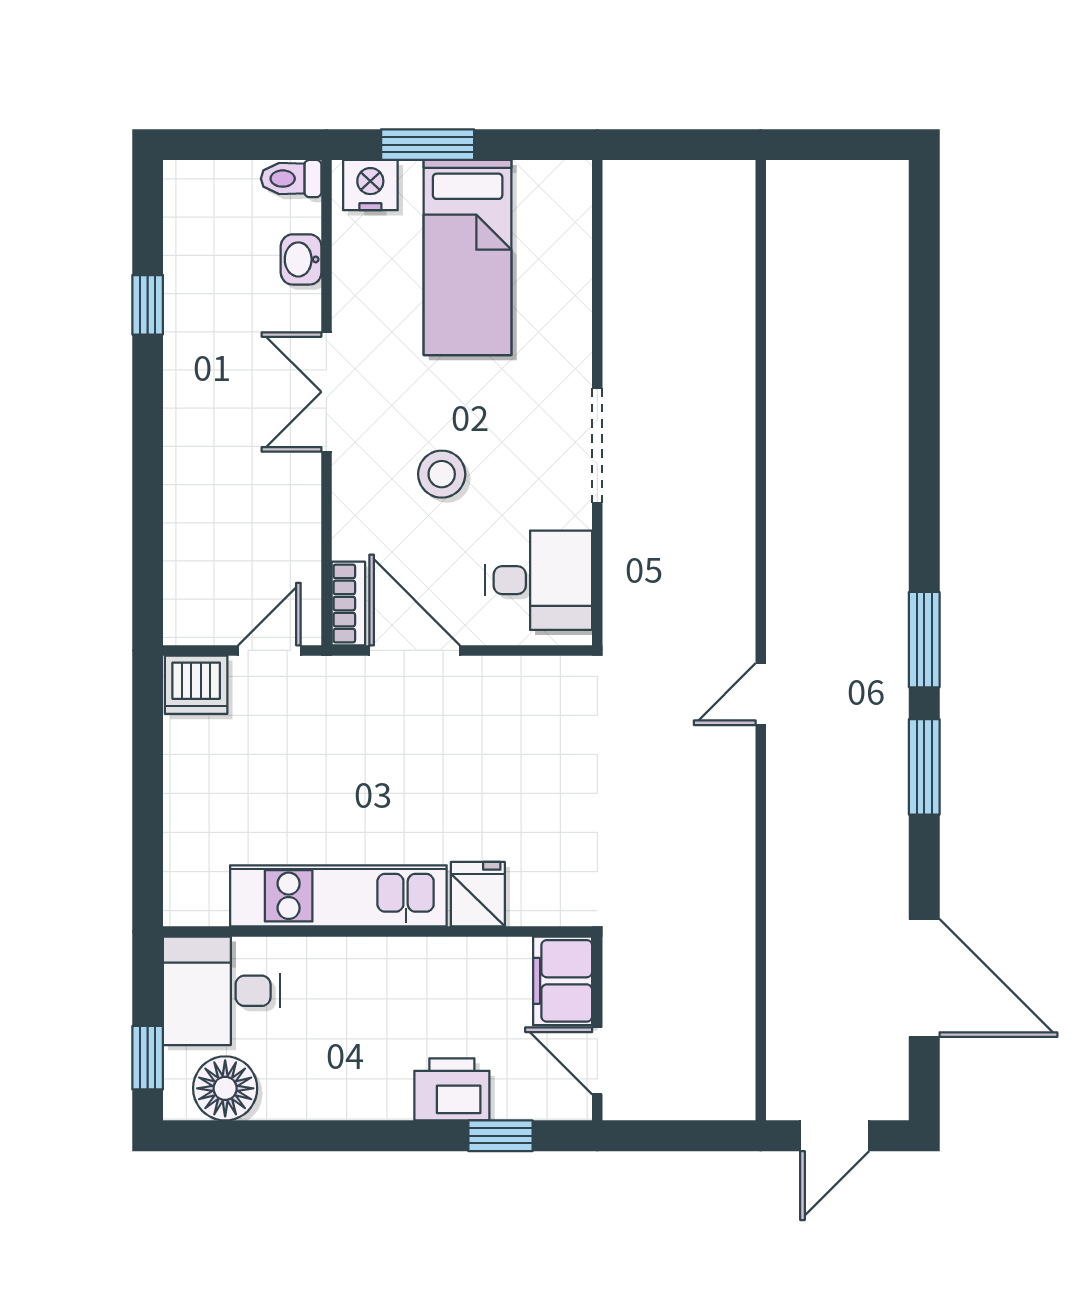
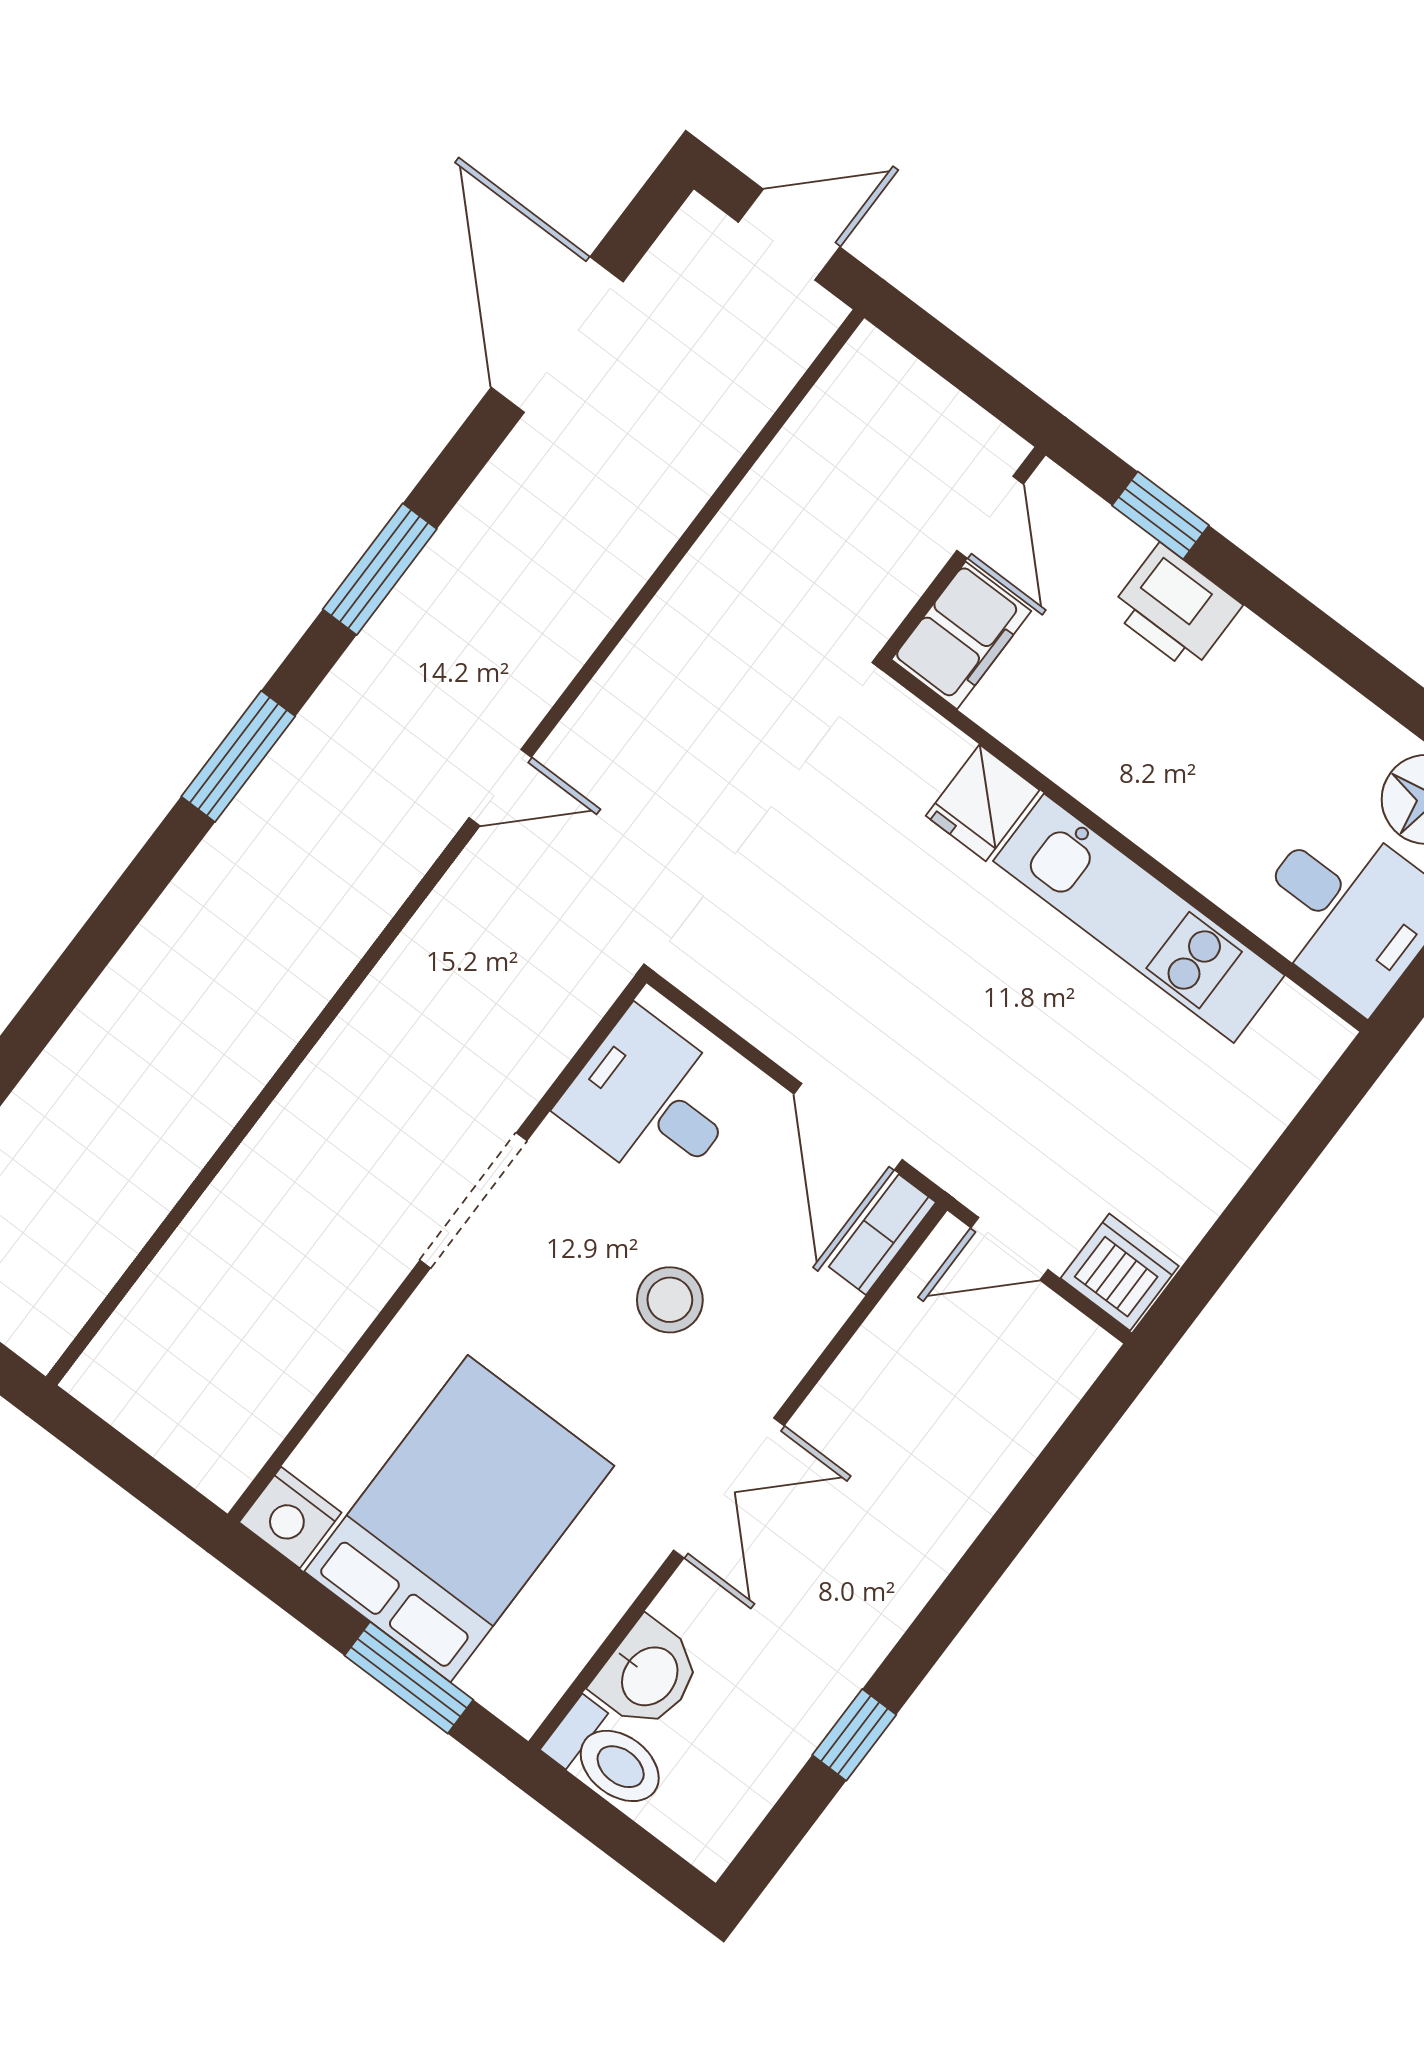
toilet: (291, 179) -> (608, 1757), width x1.37, depth x1.39
nightstand: (370, 185) -> (290, 1517), moved
bed: (468, 258) -> (459, 1519), width x1.50
washbasin: (301, 259) -> (648, 1675), width x1.38, depth x1.45
window: (924, 640) -> (238, 756), moved

